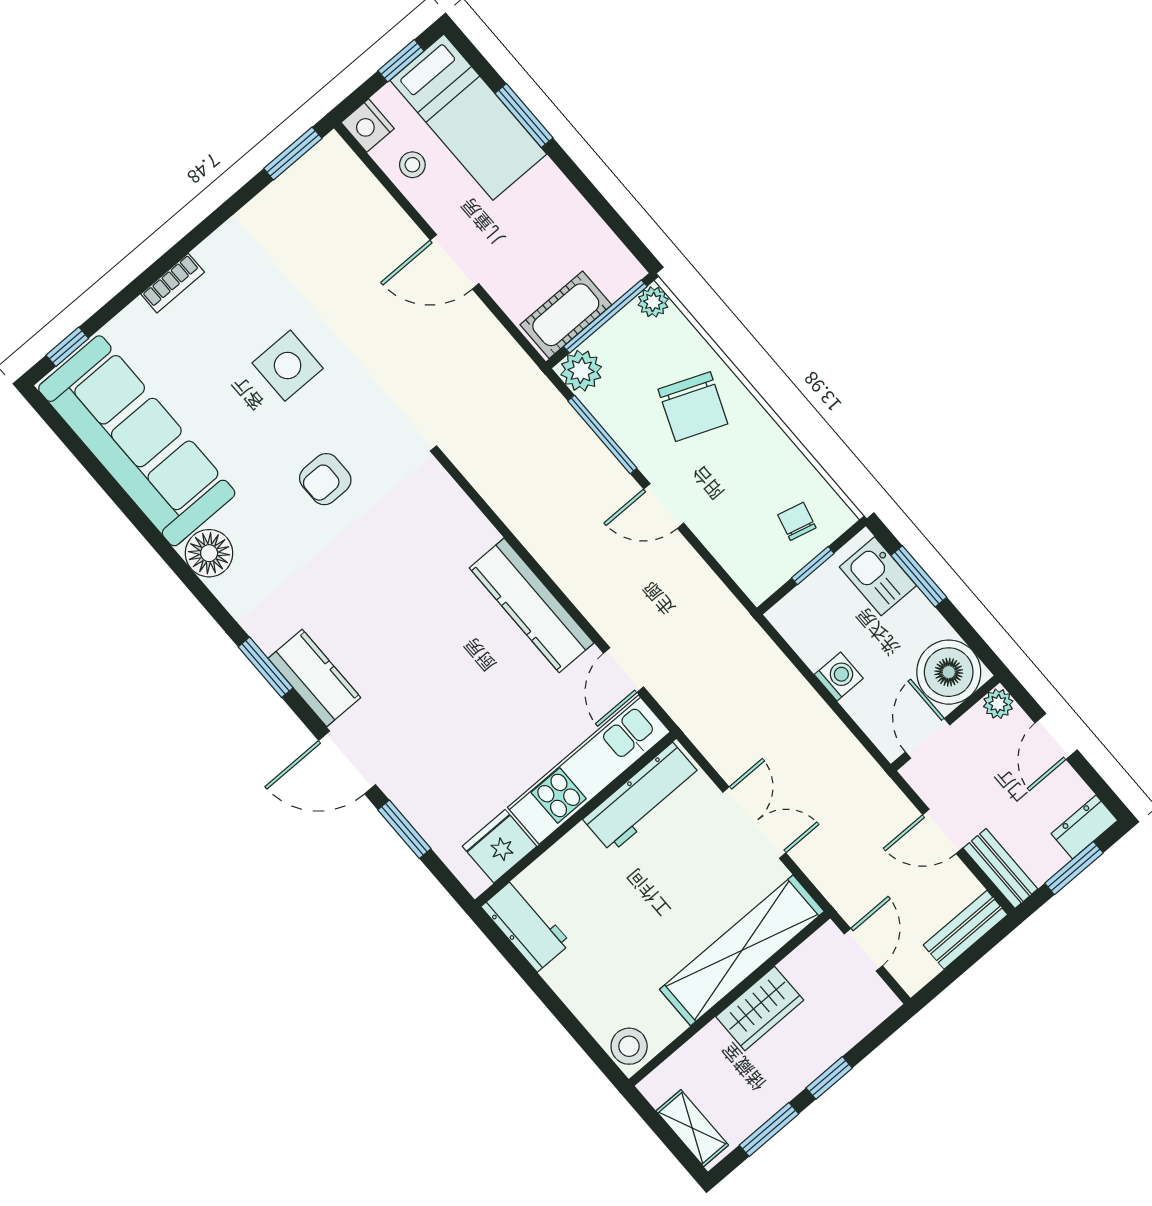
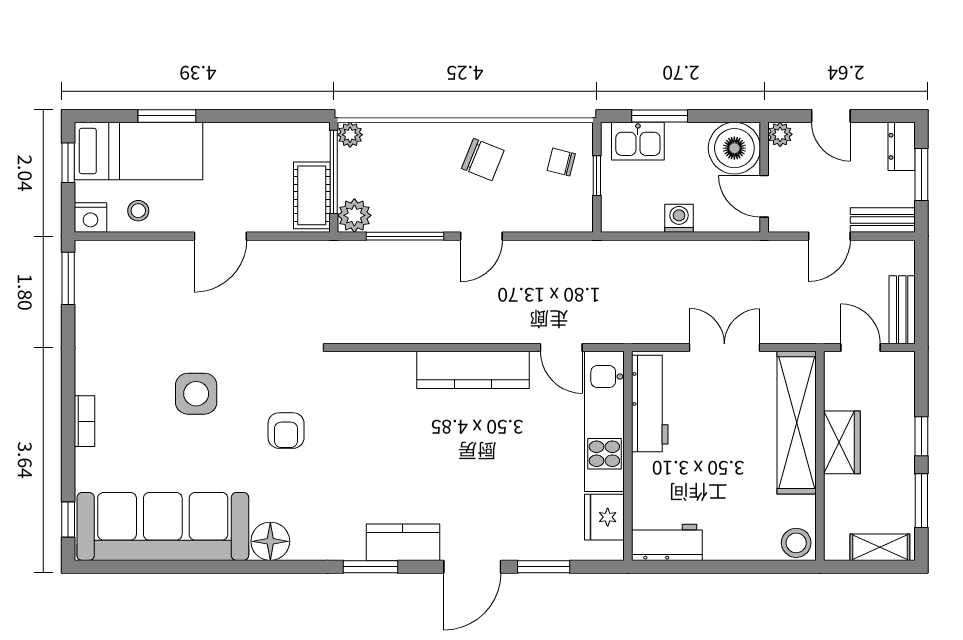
chair: (693, 407) -> (483, 160), moved, width x0.73, depth x0.73
bench: (966, 930) -> (902, 310), moved

